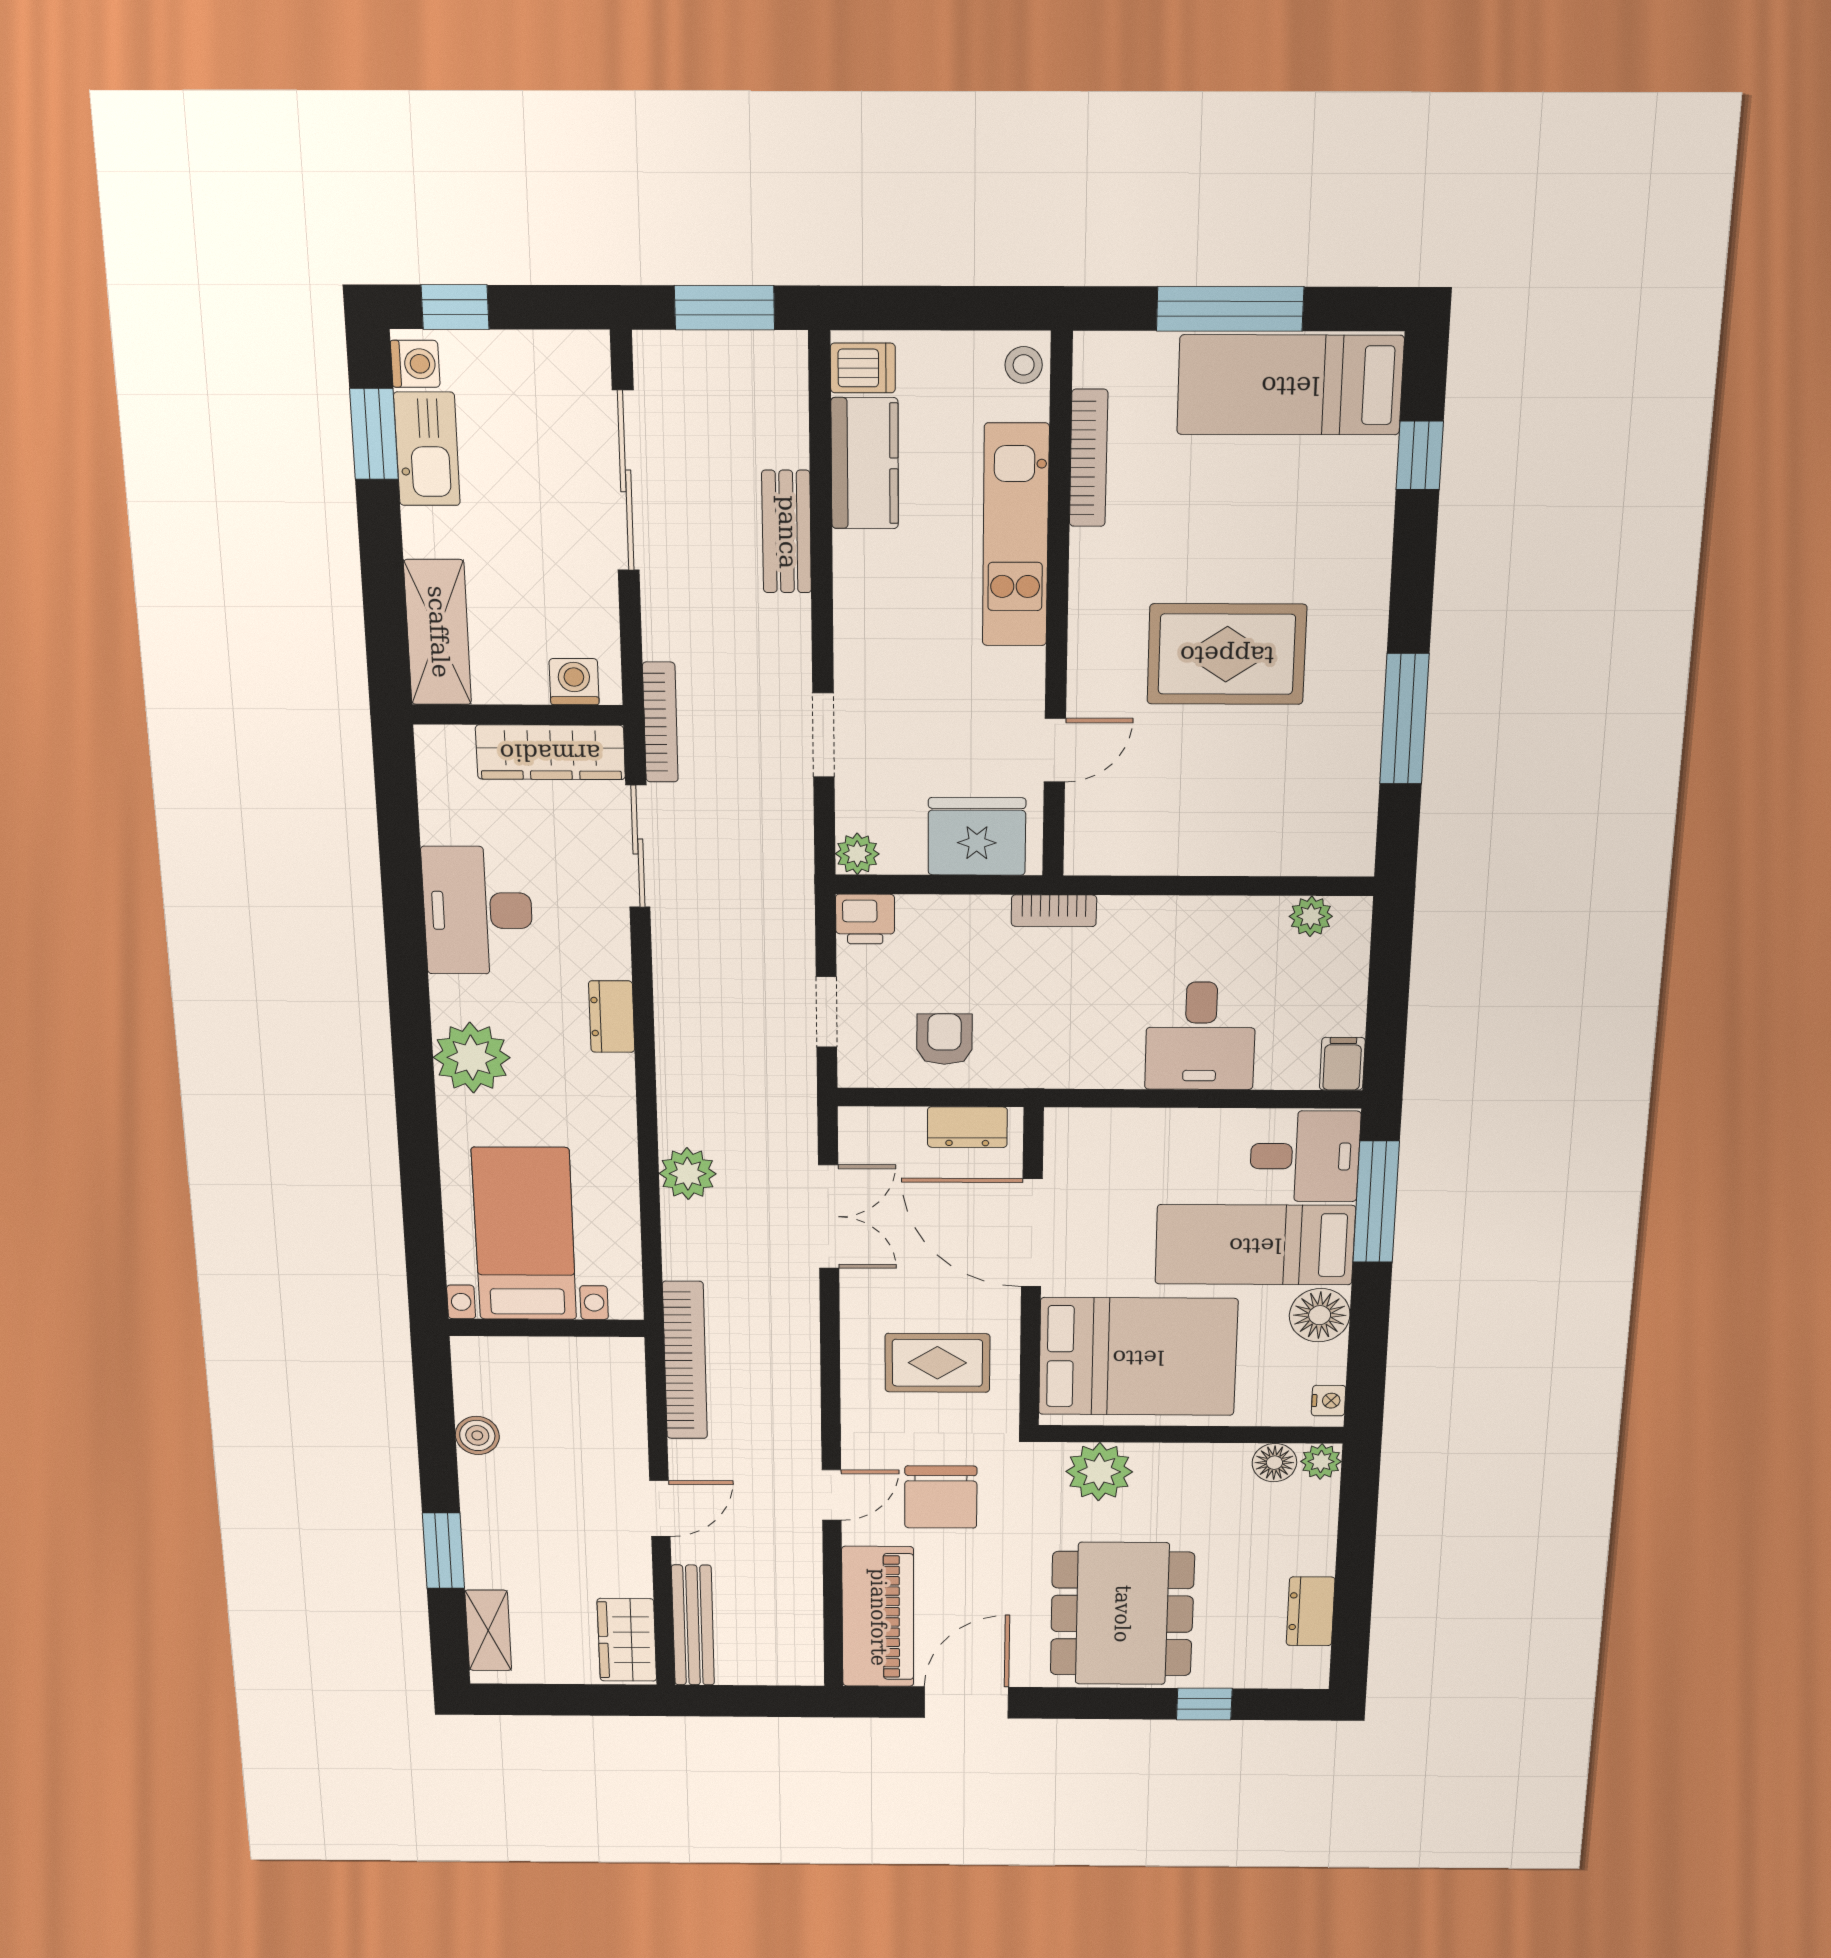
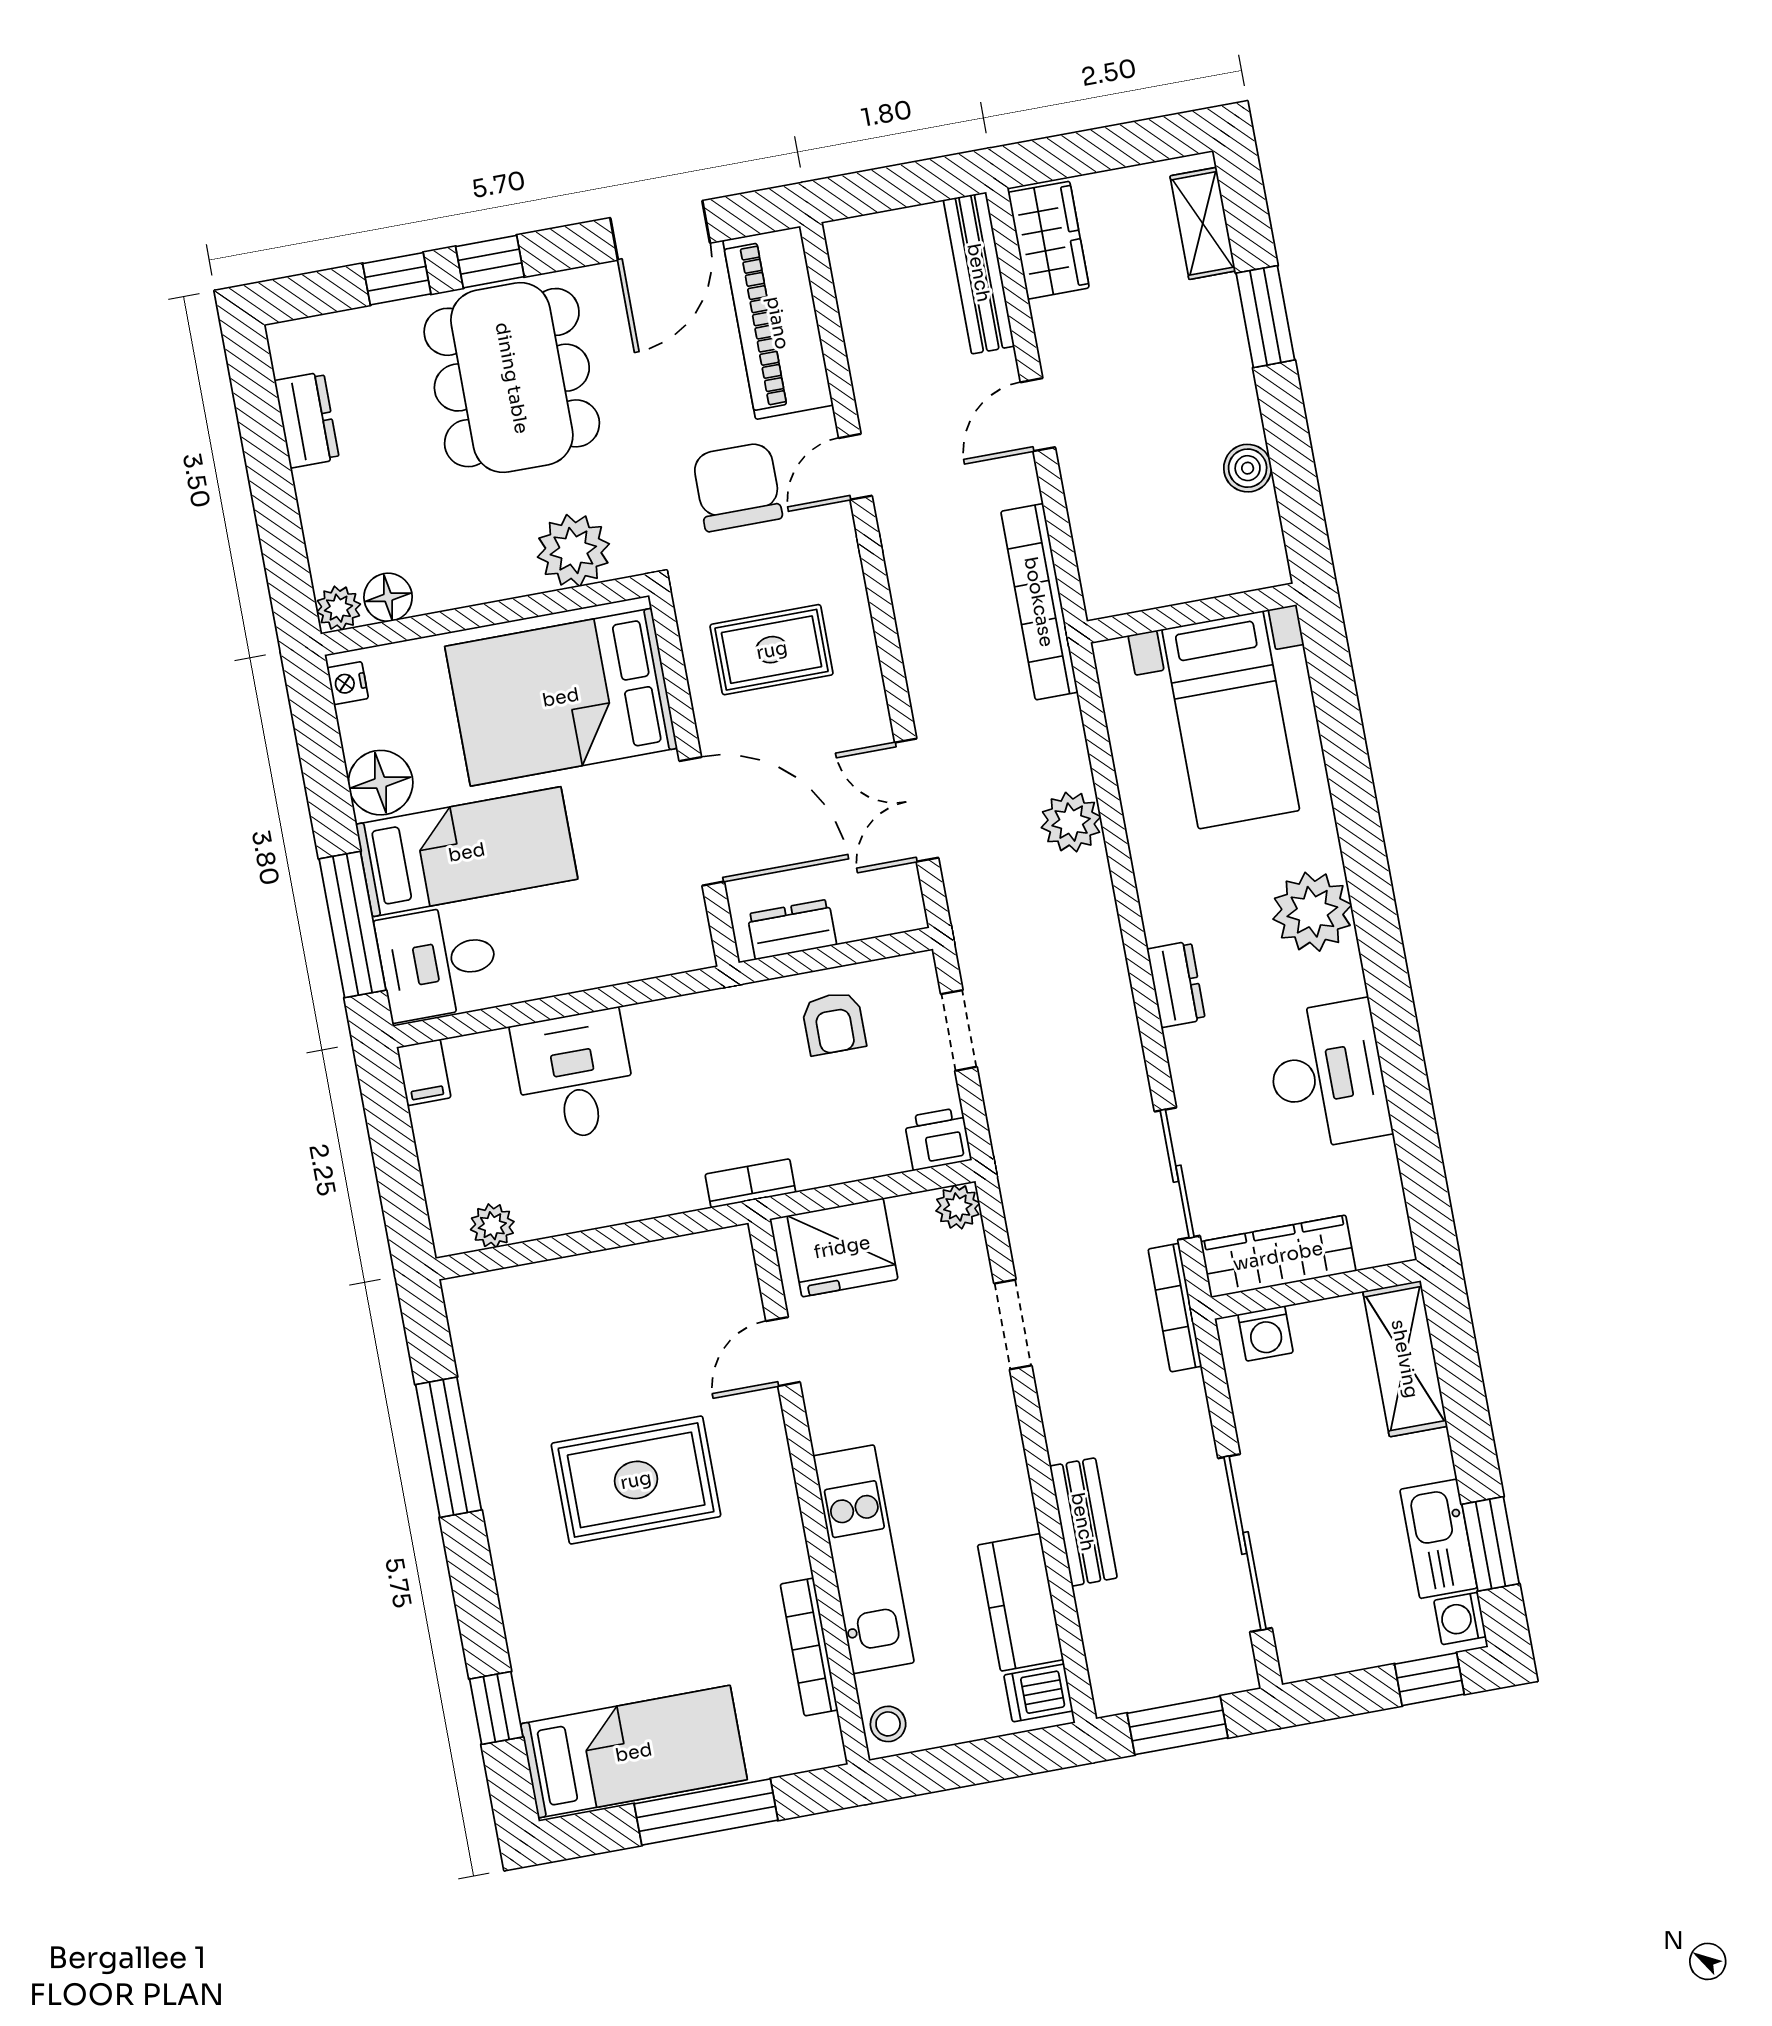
window: (1120, 1703) -> (490, 262), added

